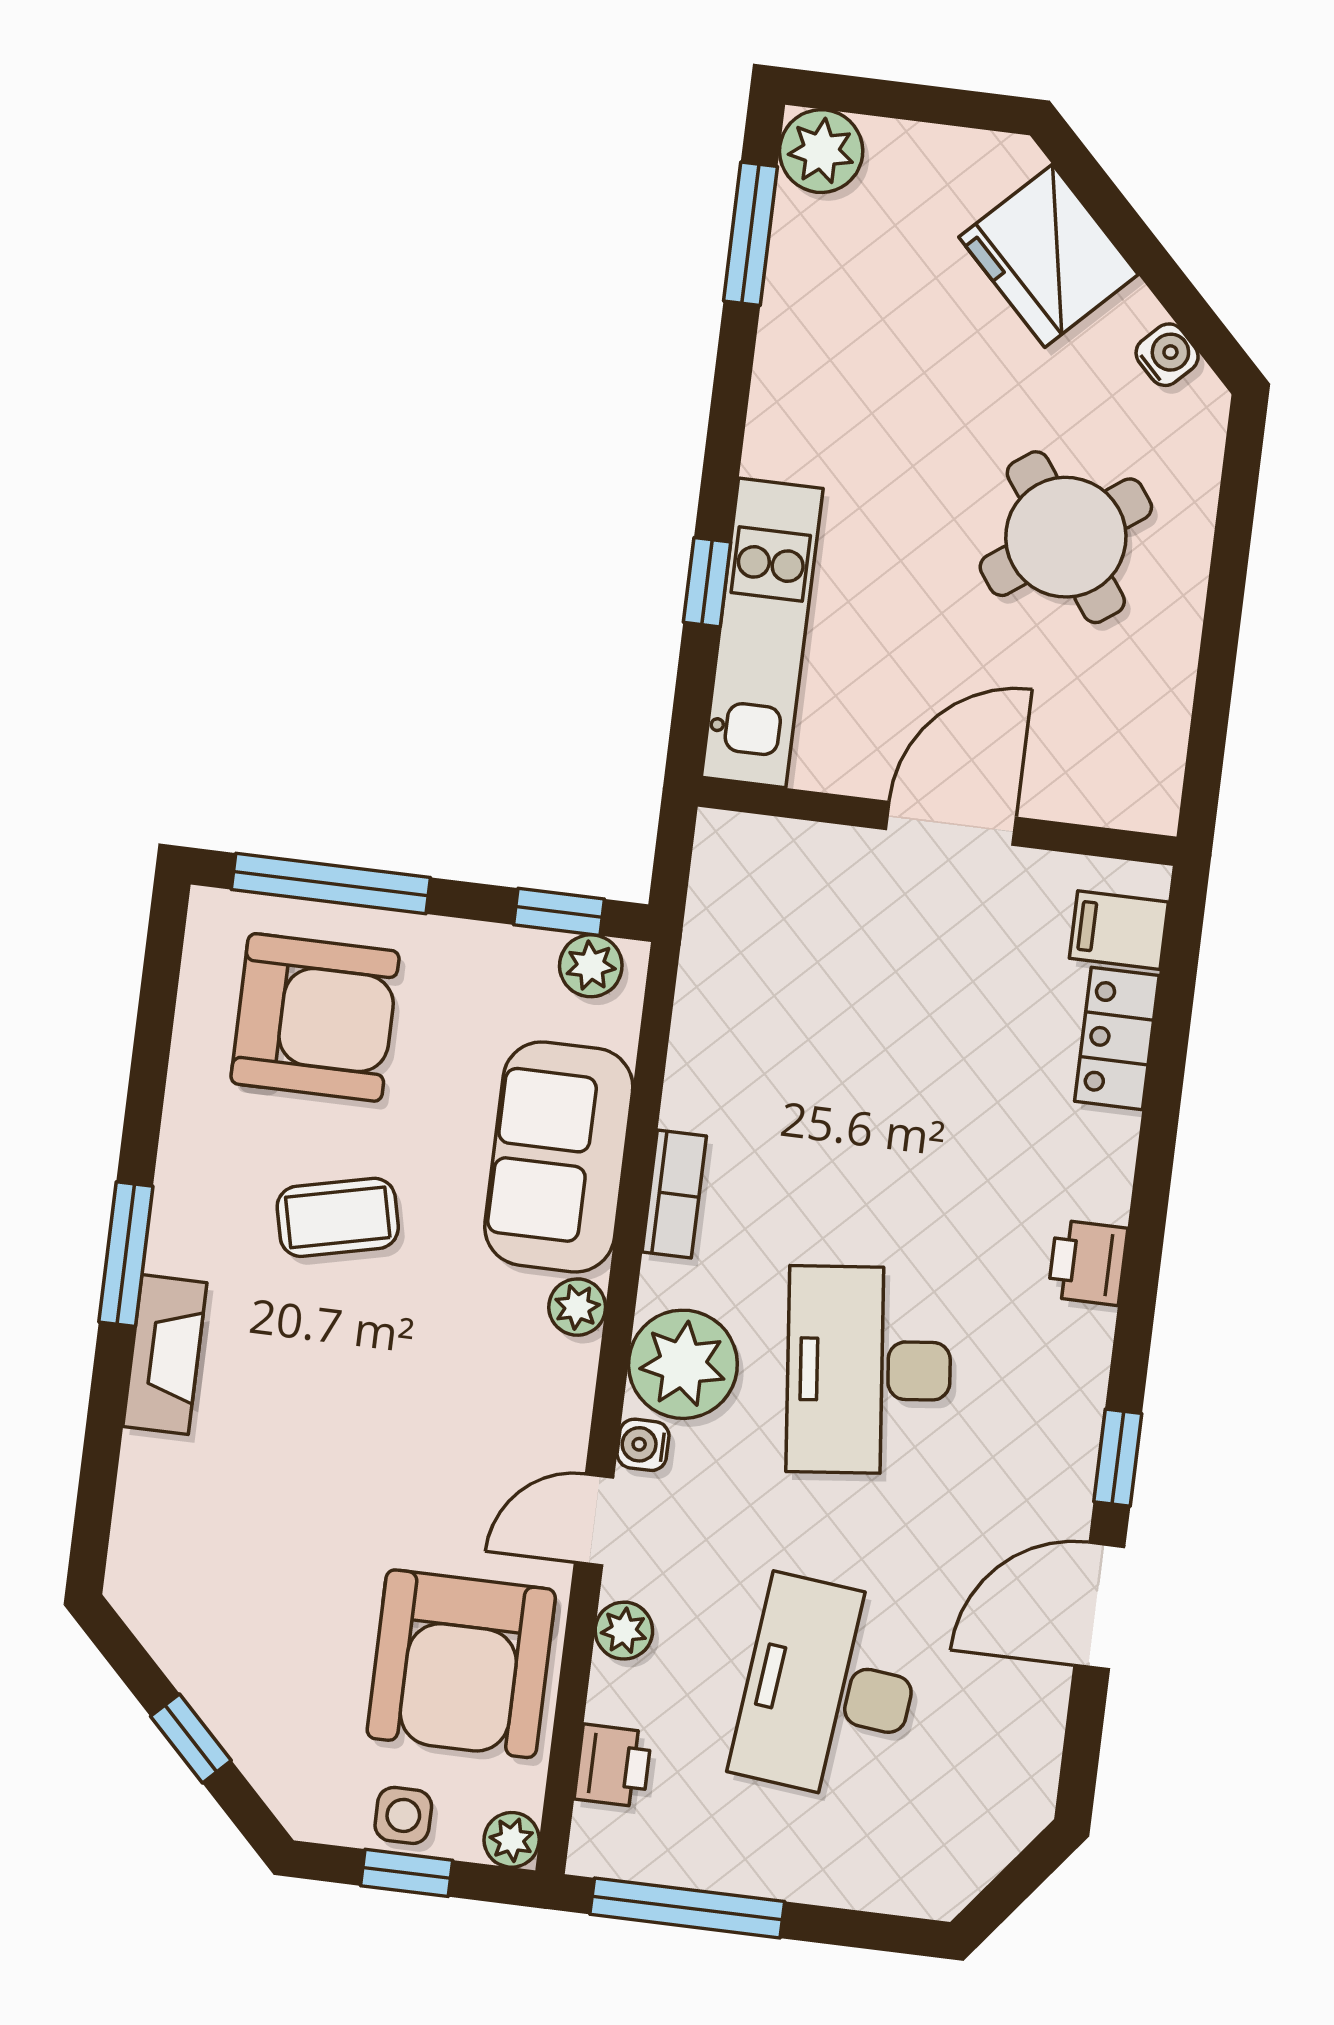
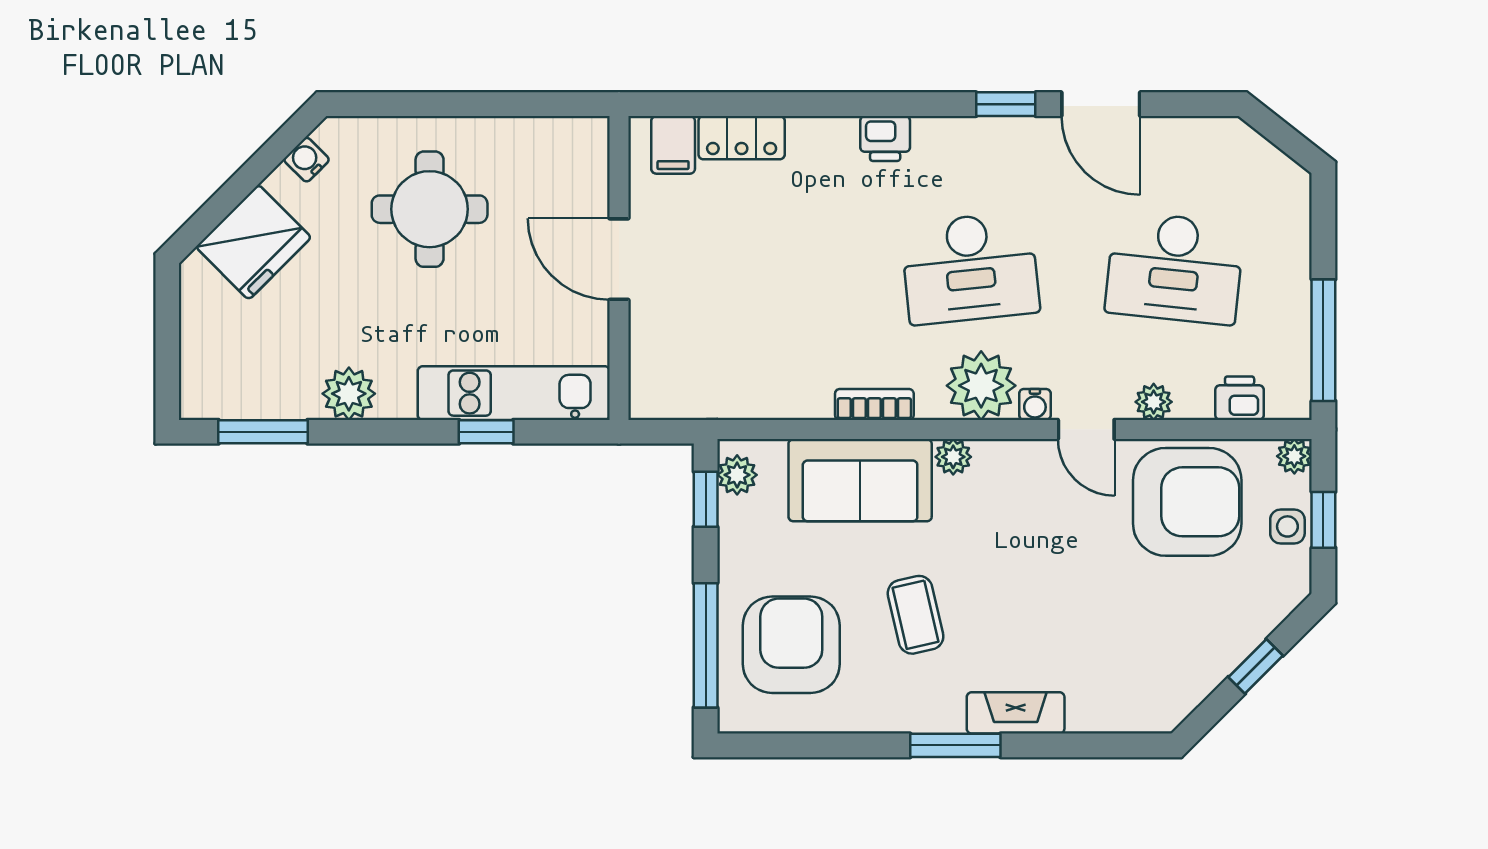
plant: (821, 151) -> (349, 394), moved
round table: (1066, 537) -> (430, 209), turned 36

